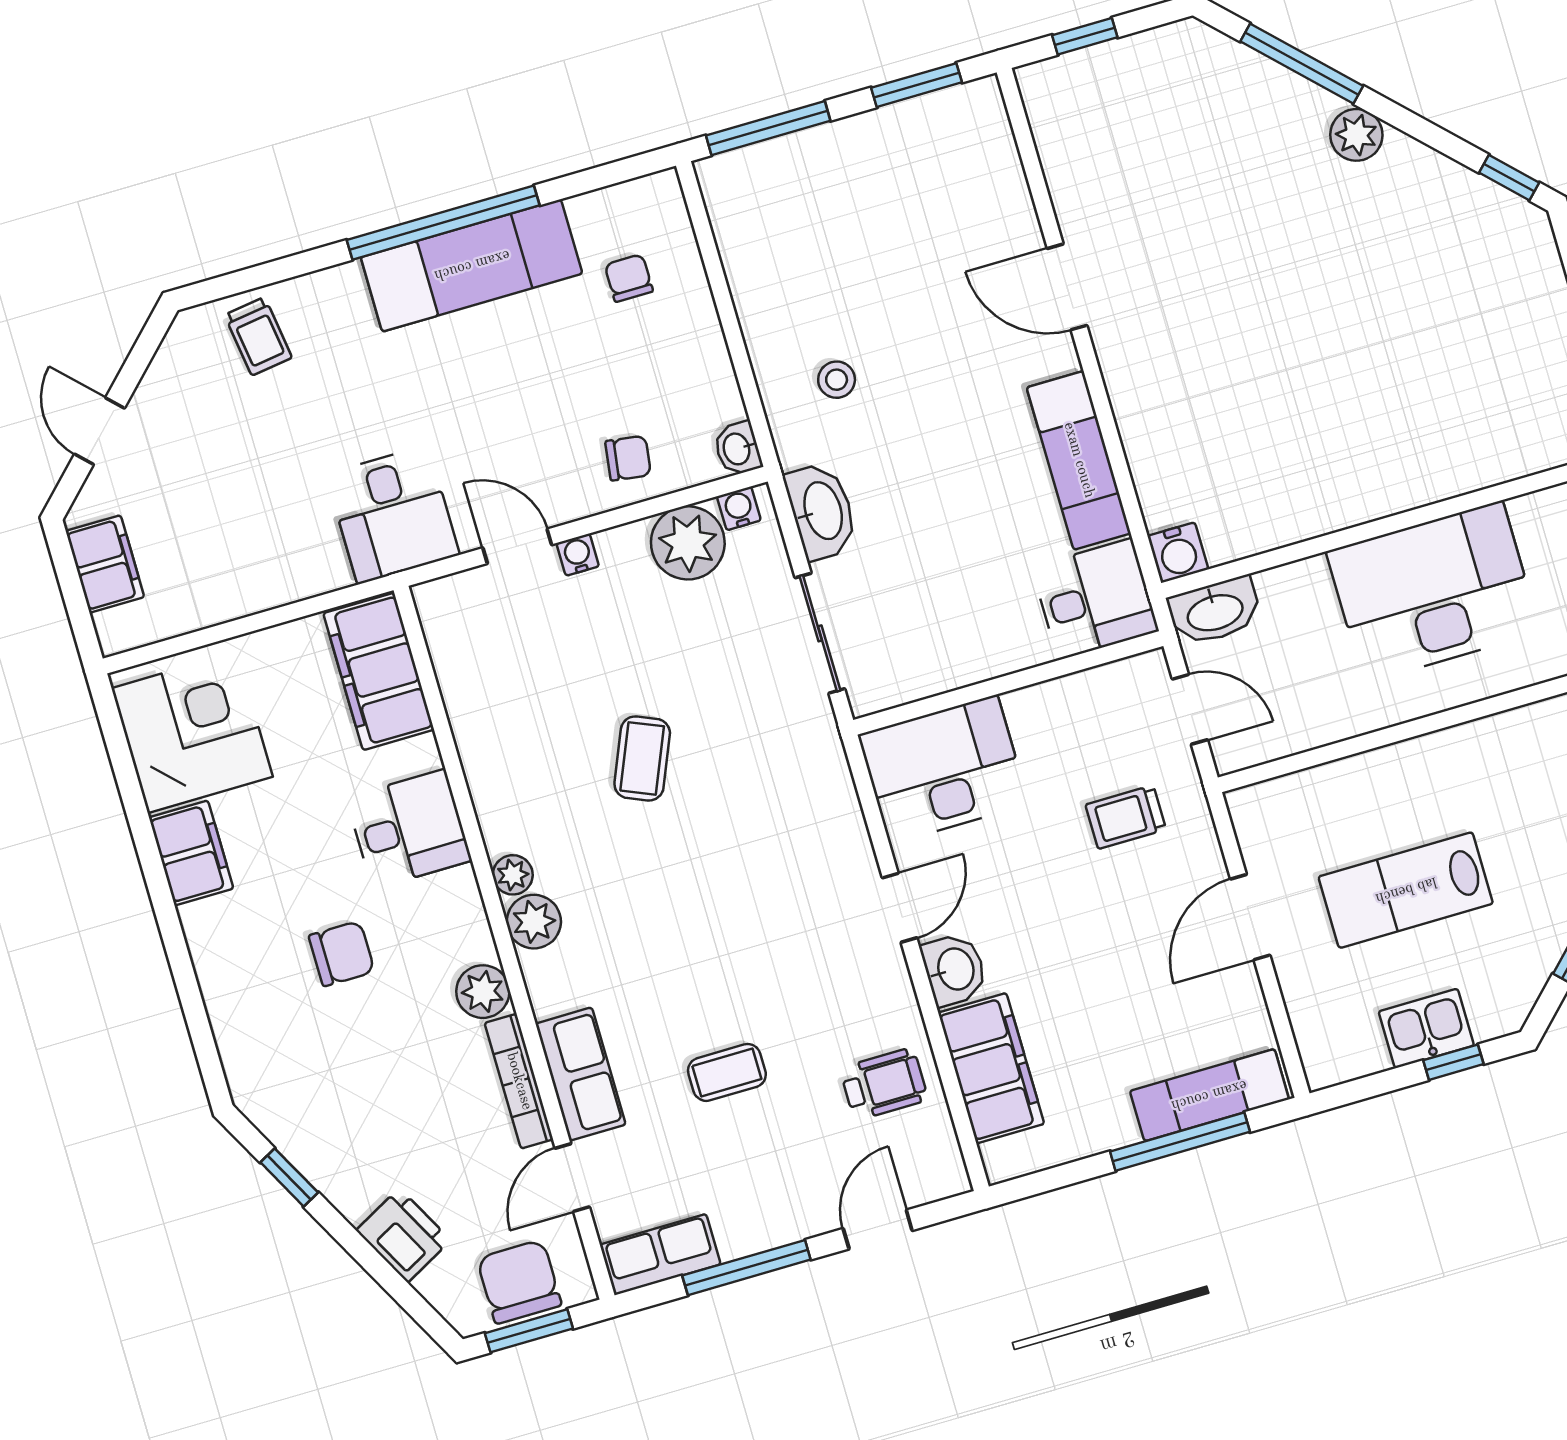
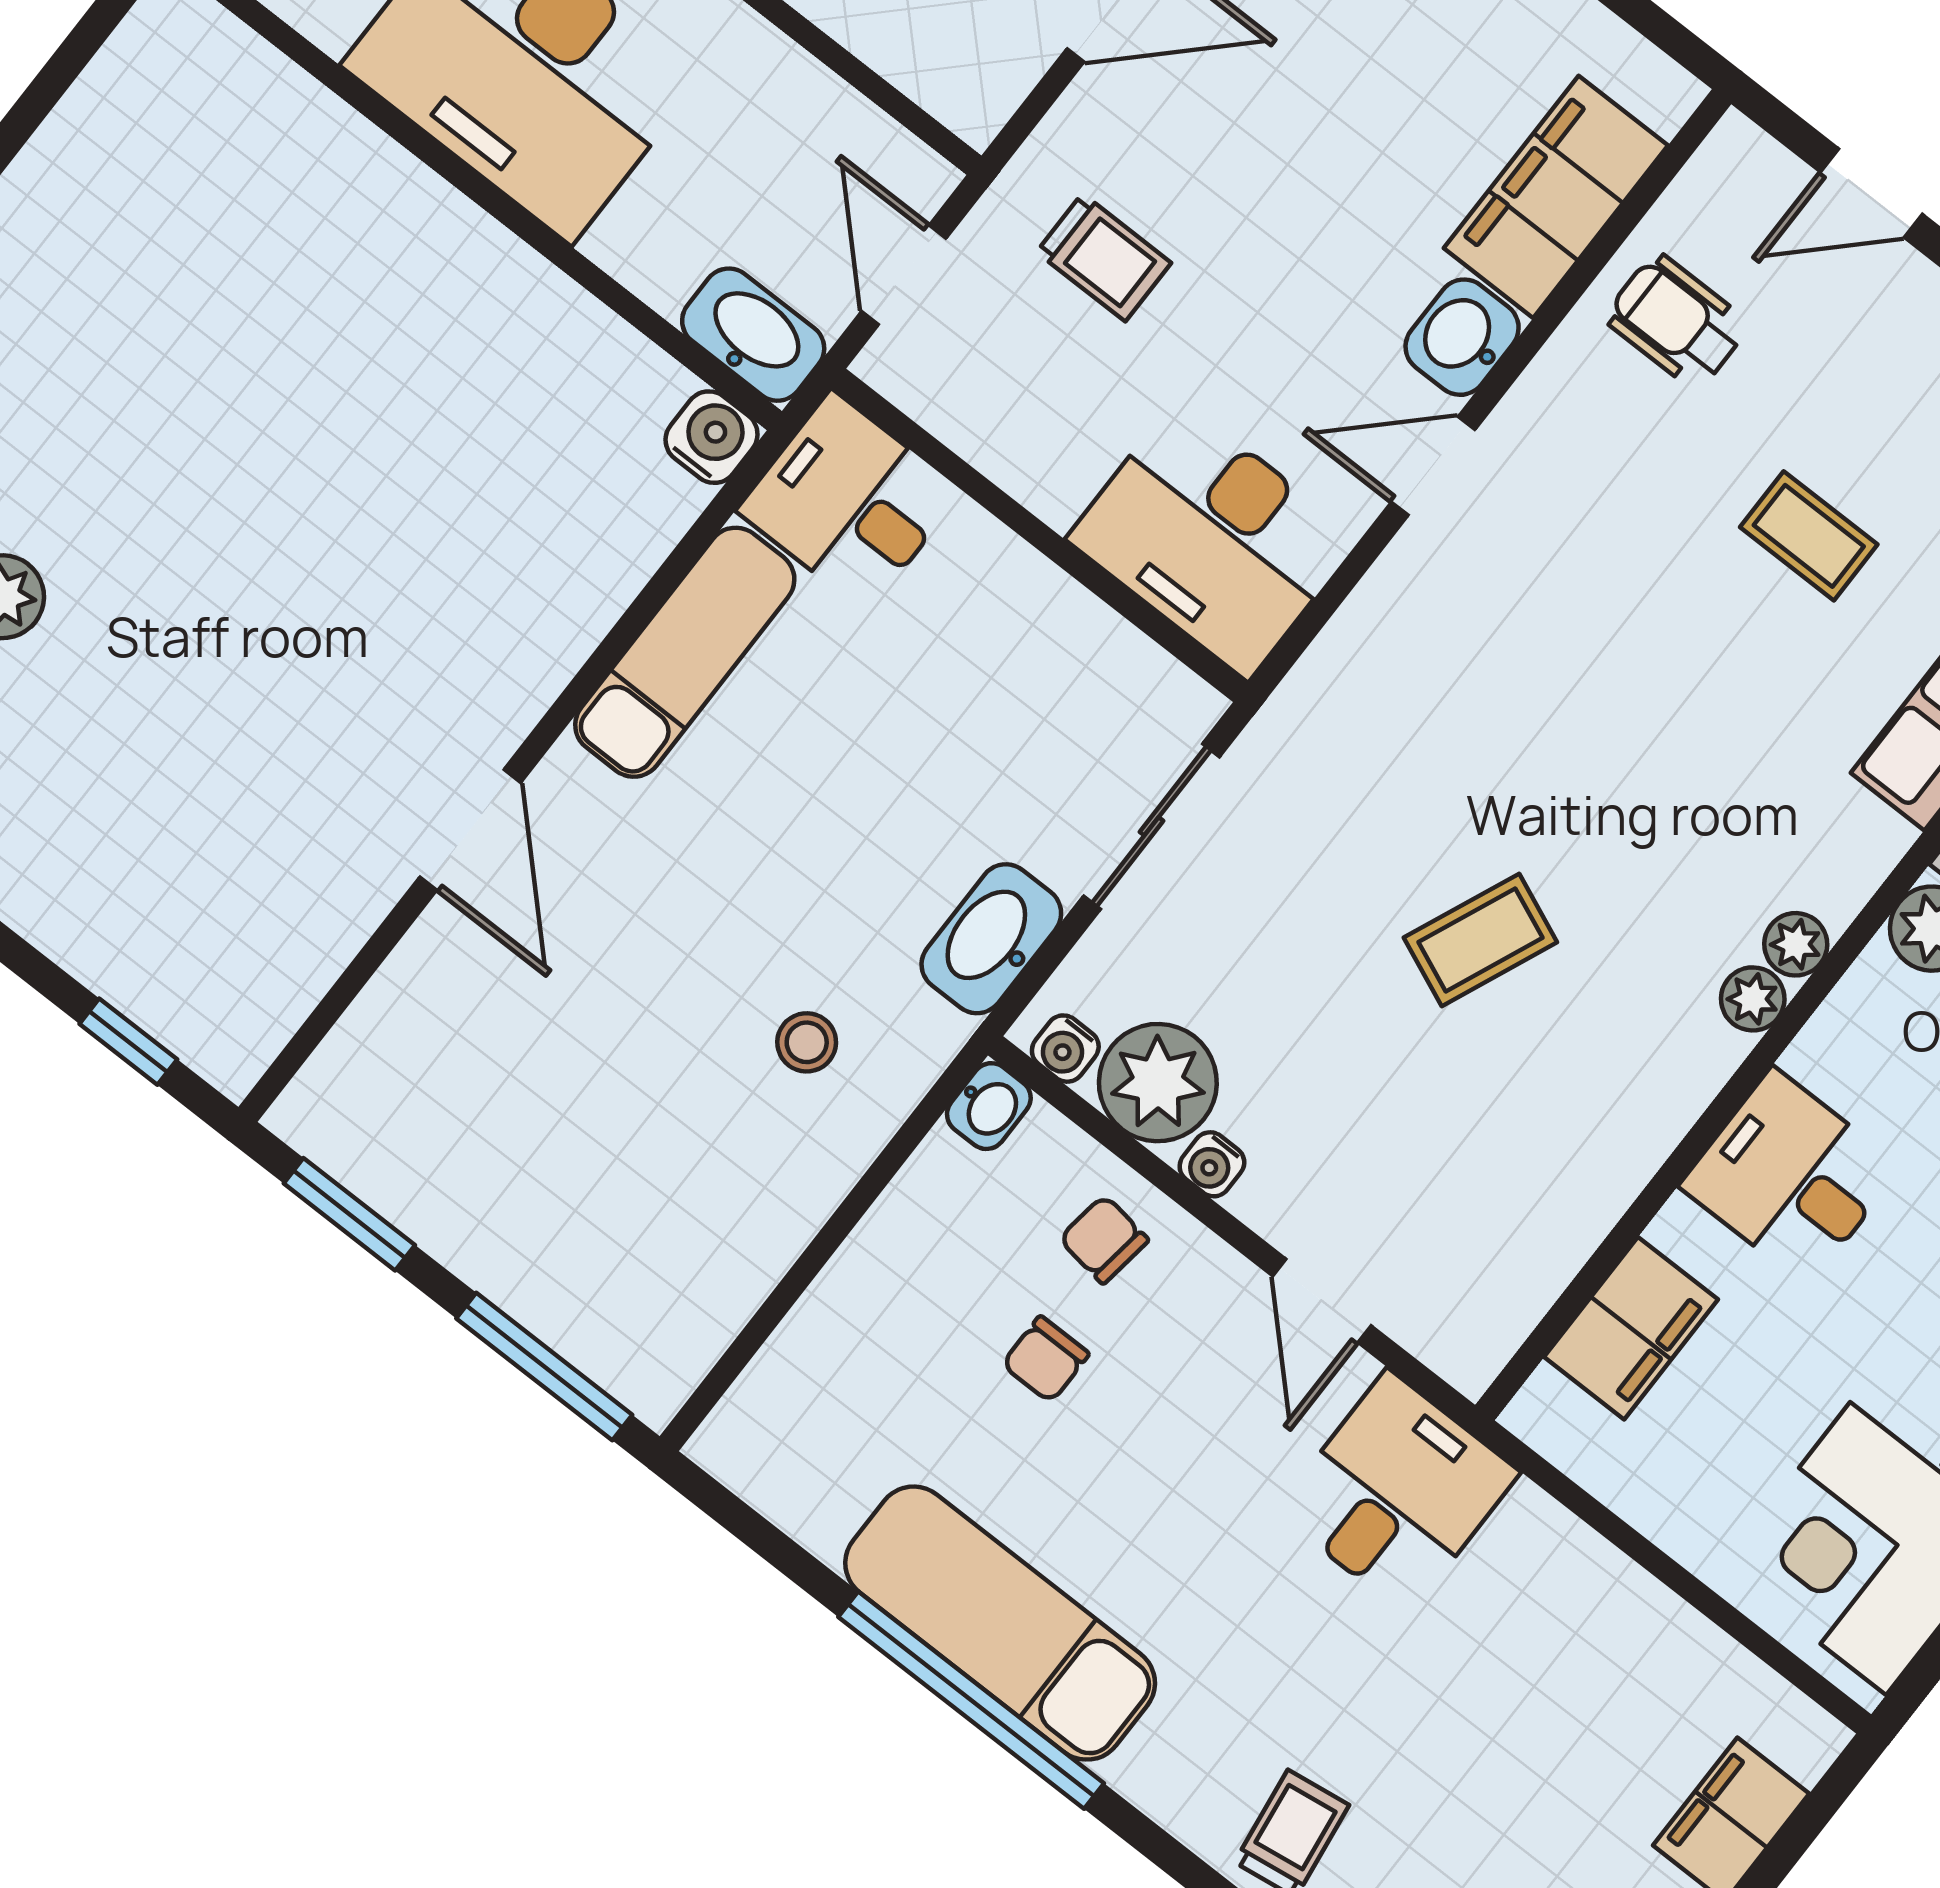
chair: (629, 278) -> (1046, 1359), moved
water cooler: (578, 555) -> (1212, 1164), moved
filing cabinet: (379, 671) -> (1631, 1328), width x0.67, depth x0.86
plant: (534, 922) -> (1796, 944), width x0.73, depth x0.73

